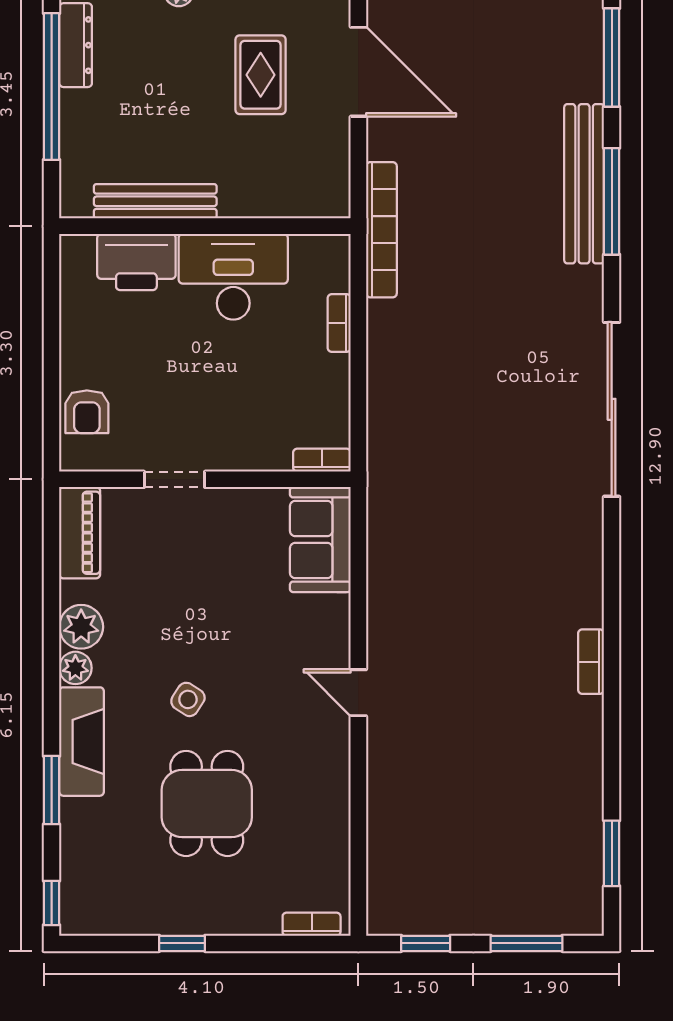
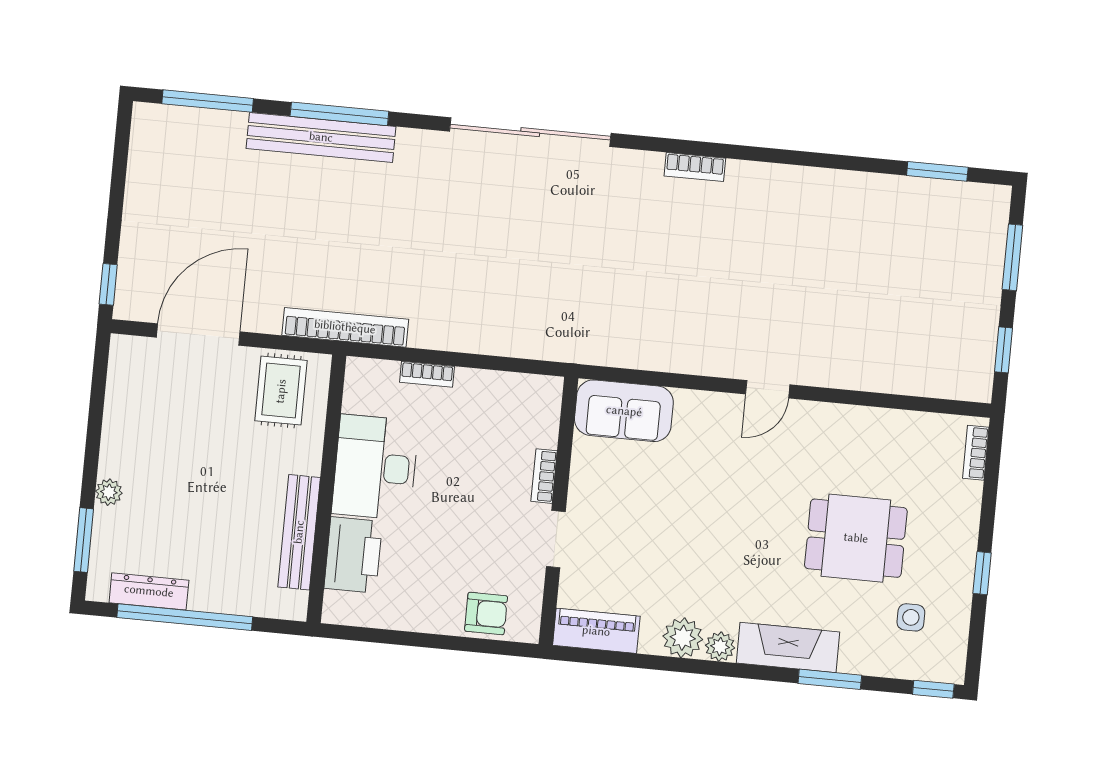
rug: (261, 75) -> (281, 391), moved, turned 90
bookcase: (322, 460) -> (544, 476), moved
bookcase: (591, 662) -> (695, 167), moved
side table: (188, 699) -> (911, 617), moved, turned -33

